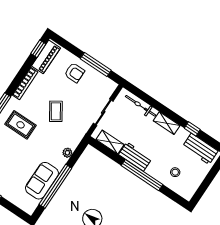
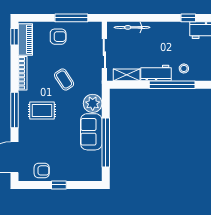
shelving: (167, 123) -> (164, 27), removed
plant: (67, 153) -> (93, 103), width x1.87, depth x1.87
stool: (175, 172) -> (184, 68), moved
sofa: (42, 181) -> (91, 132), moved

